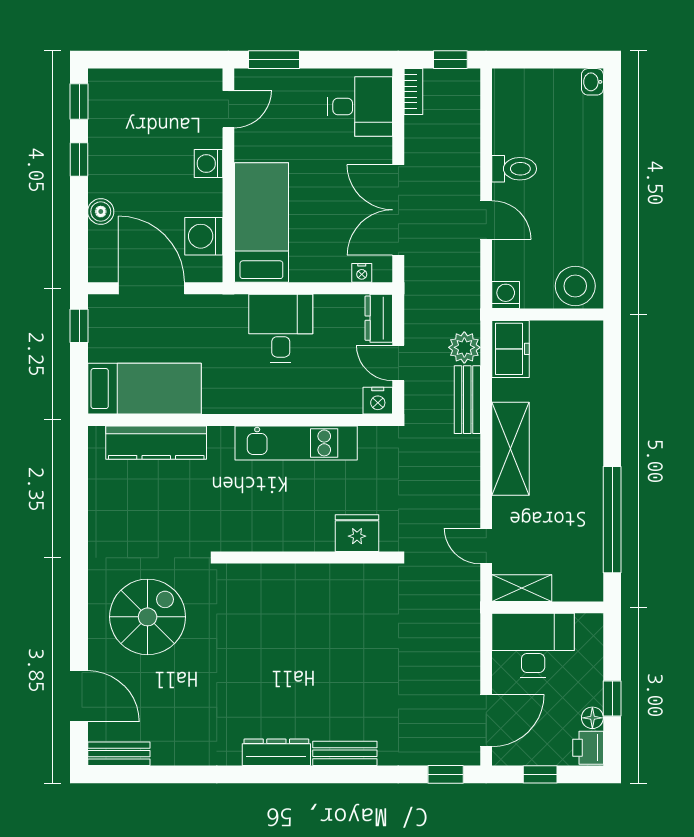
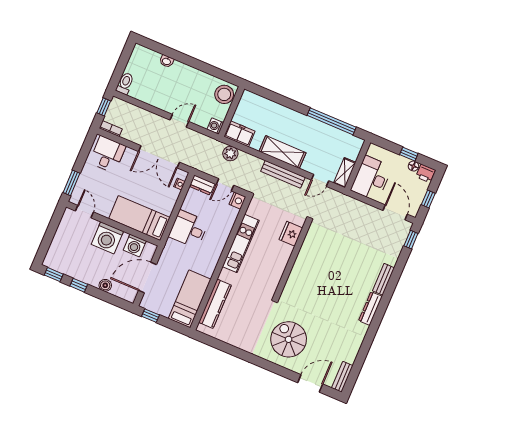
washbasin: (592, 82) -> (167, 61), moved
washing machine: (208, 164) -> (107, 238), width x1.89, depth x1.89
toilet: (514, 169) -> (125, 83), moved
bench: (467, 400) -> (283, 174), moved, width x1.36

